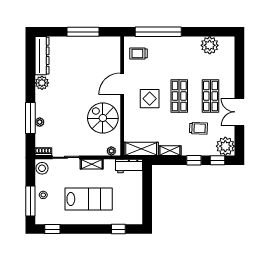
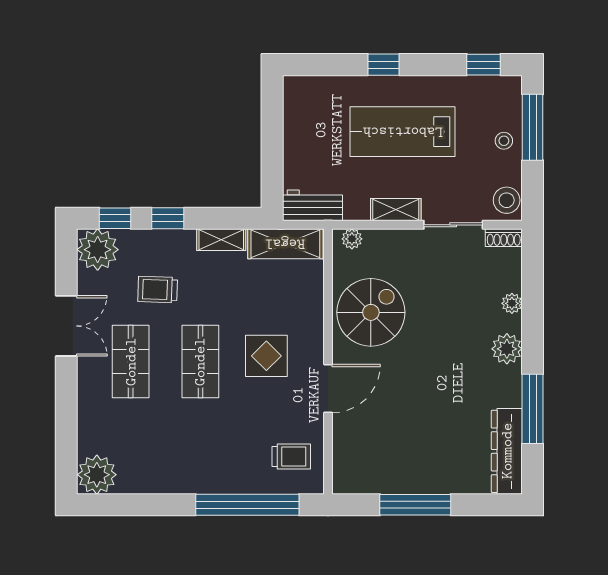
plant: (210, 45) -> (97, 475), moved
plant: (42, 83) -> (507, 349), moved
window: (30, 118) -> (533, 409), moved
spiral stairs: (103, 118) -> (371, 312), turned -90
window: (118, 229) -> (384, 65), moved

